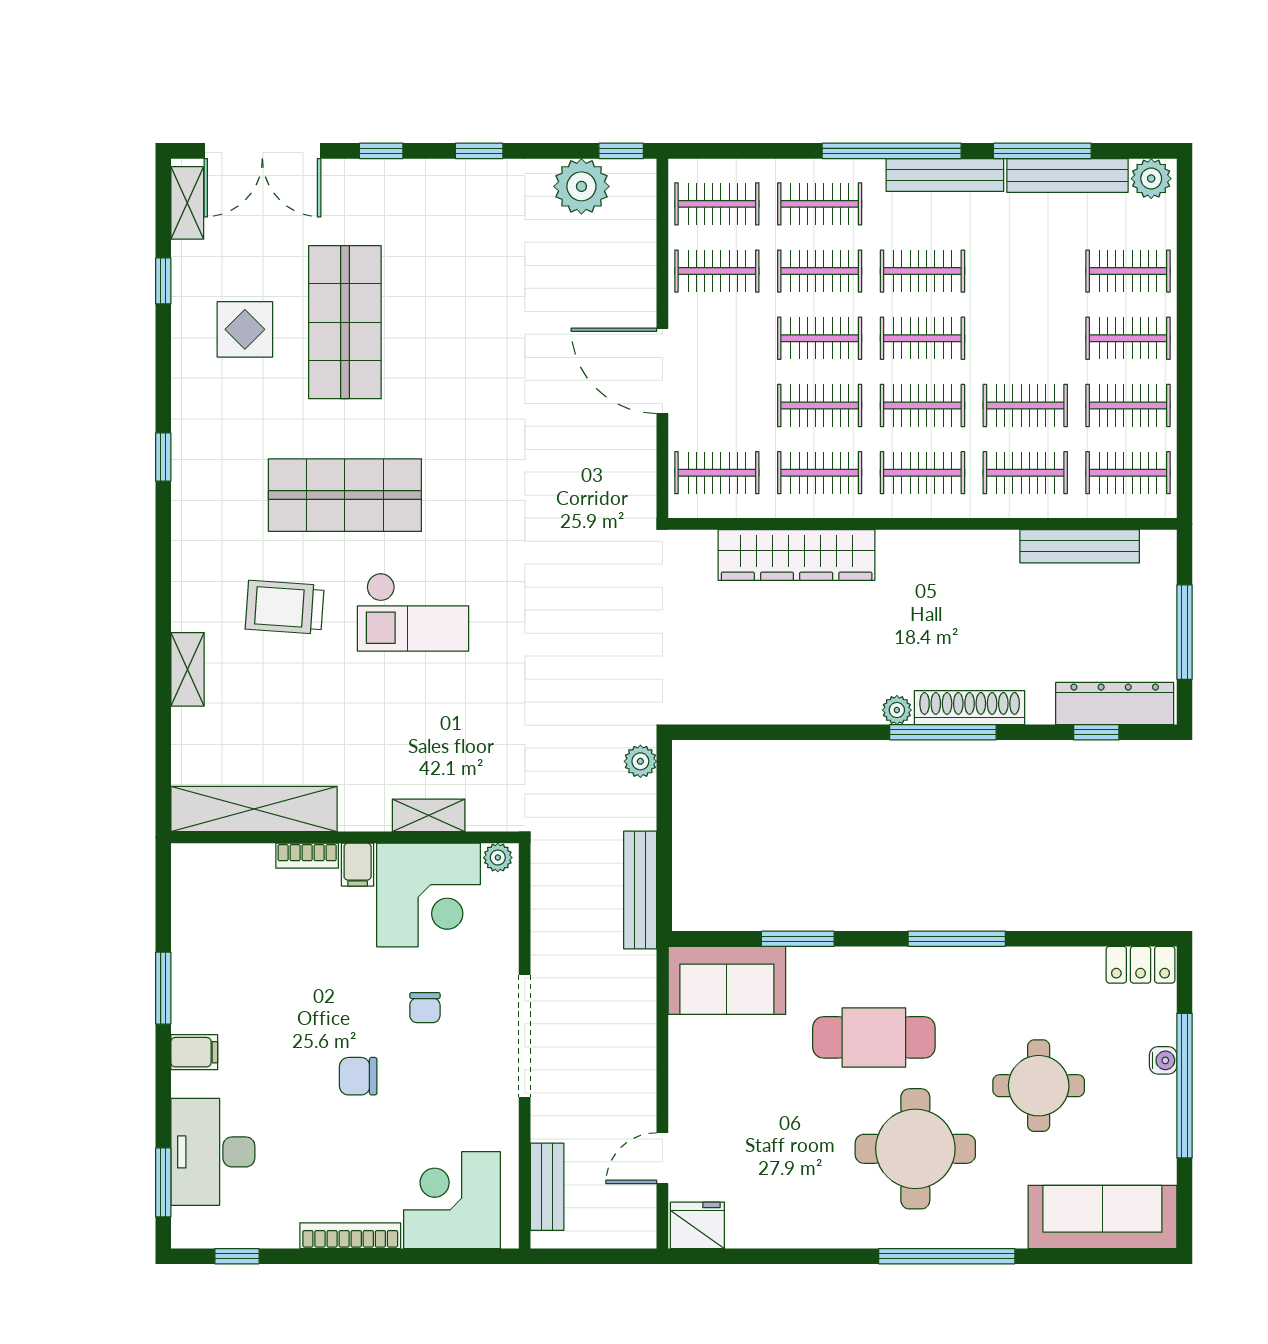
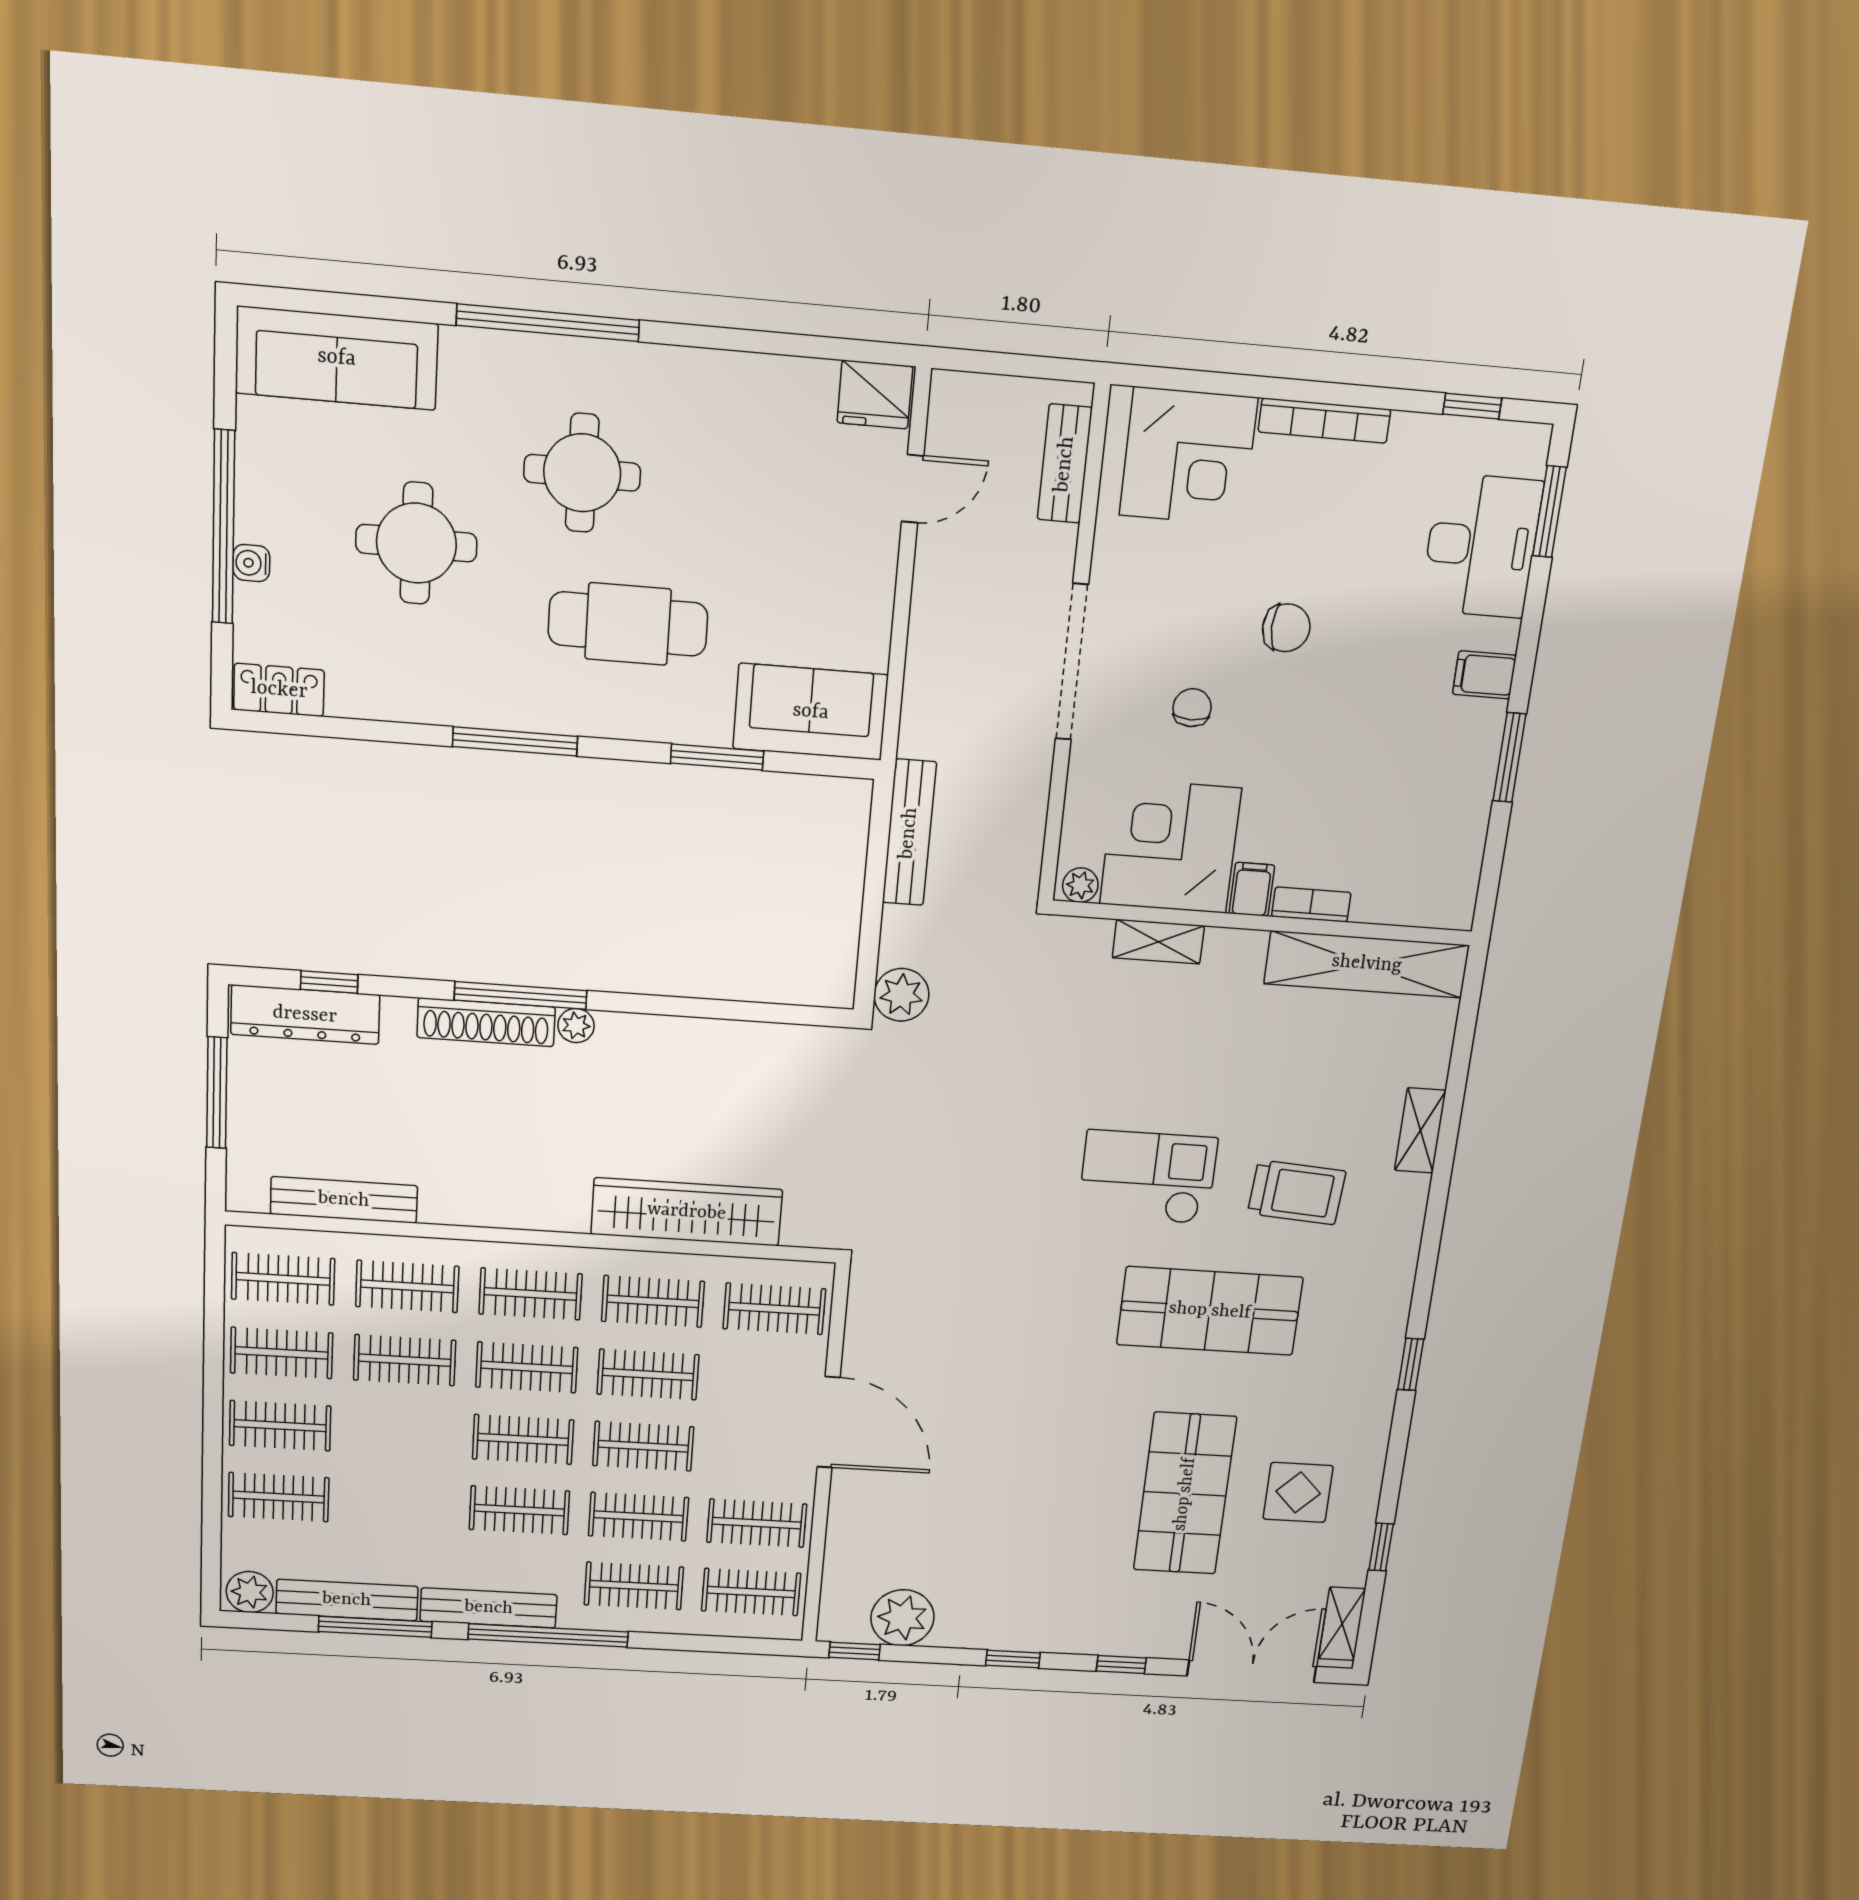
plant: (640, 761) -> (901, 995), width x1.38, depth x1.38
round table: (915, 1149) -> (582, 473), width x0.73, depth x0.73

